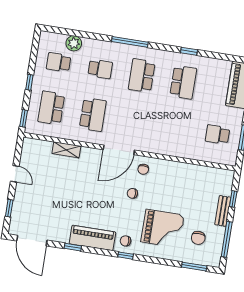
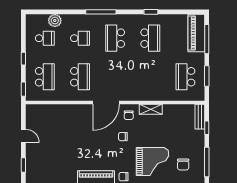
school desk: (59, 62) -> (45, 38), turned 180
school desk: (51, 108) -> (45, 77), turned 180
school desk: (217, 135) -> (185, 77), width x1.85
shelving: (66, 150) -> (151, 109), moved
bench: (223, 211) -> (200, 117), moved

